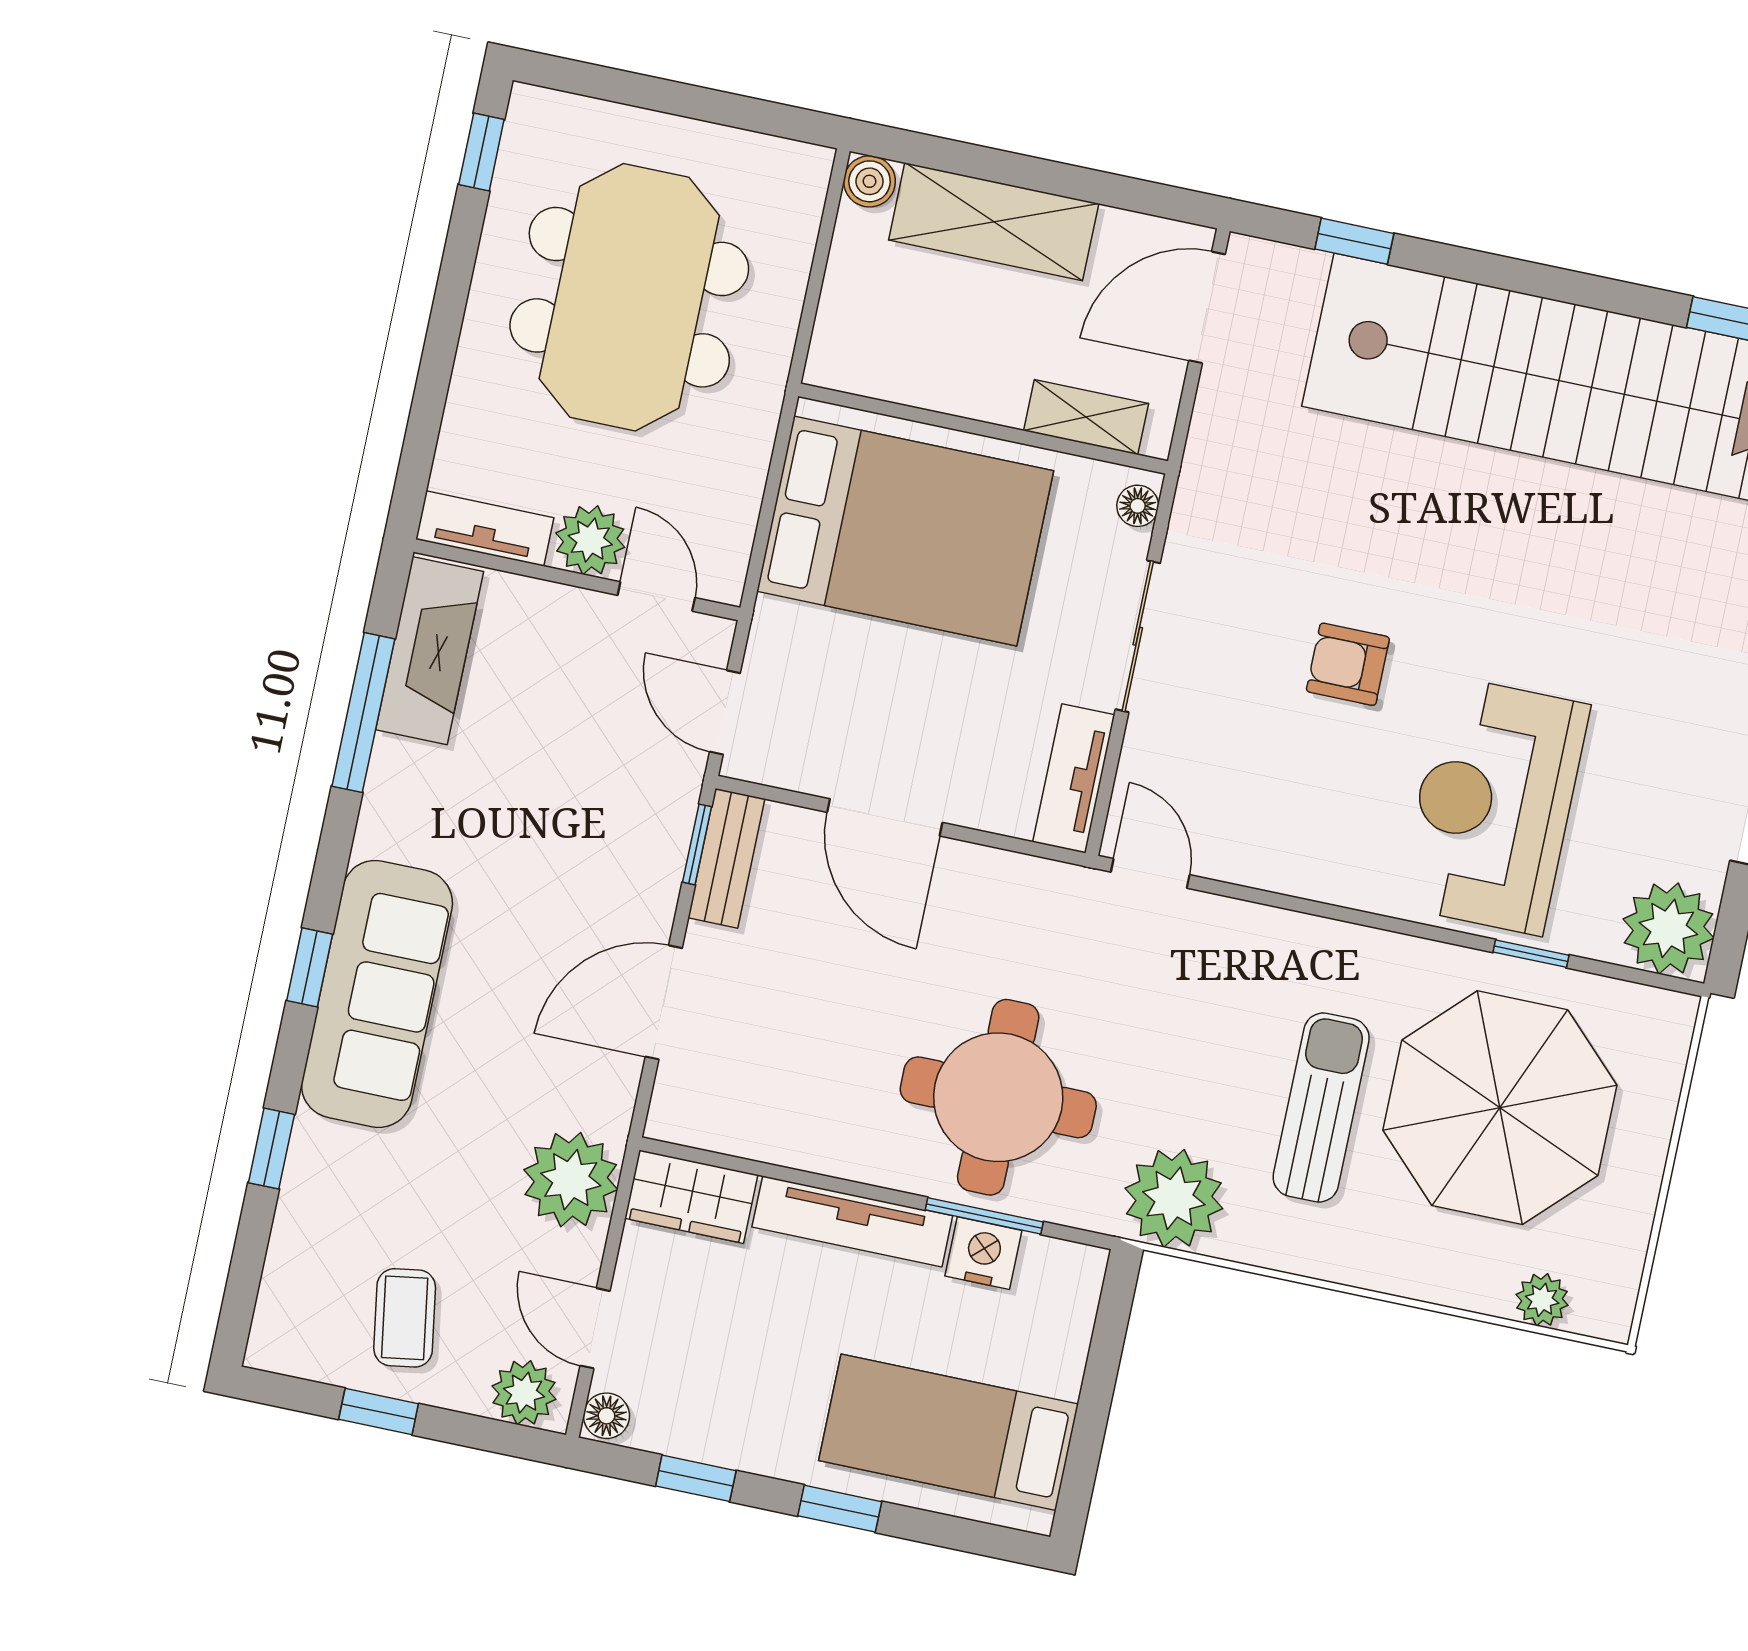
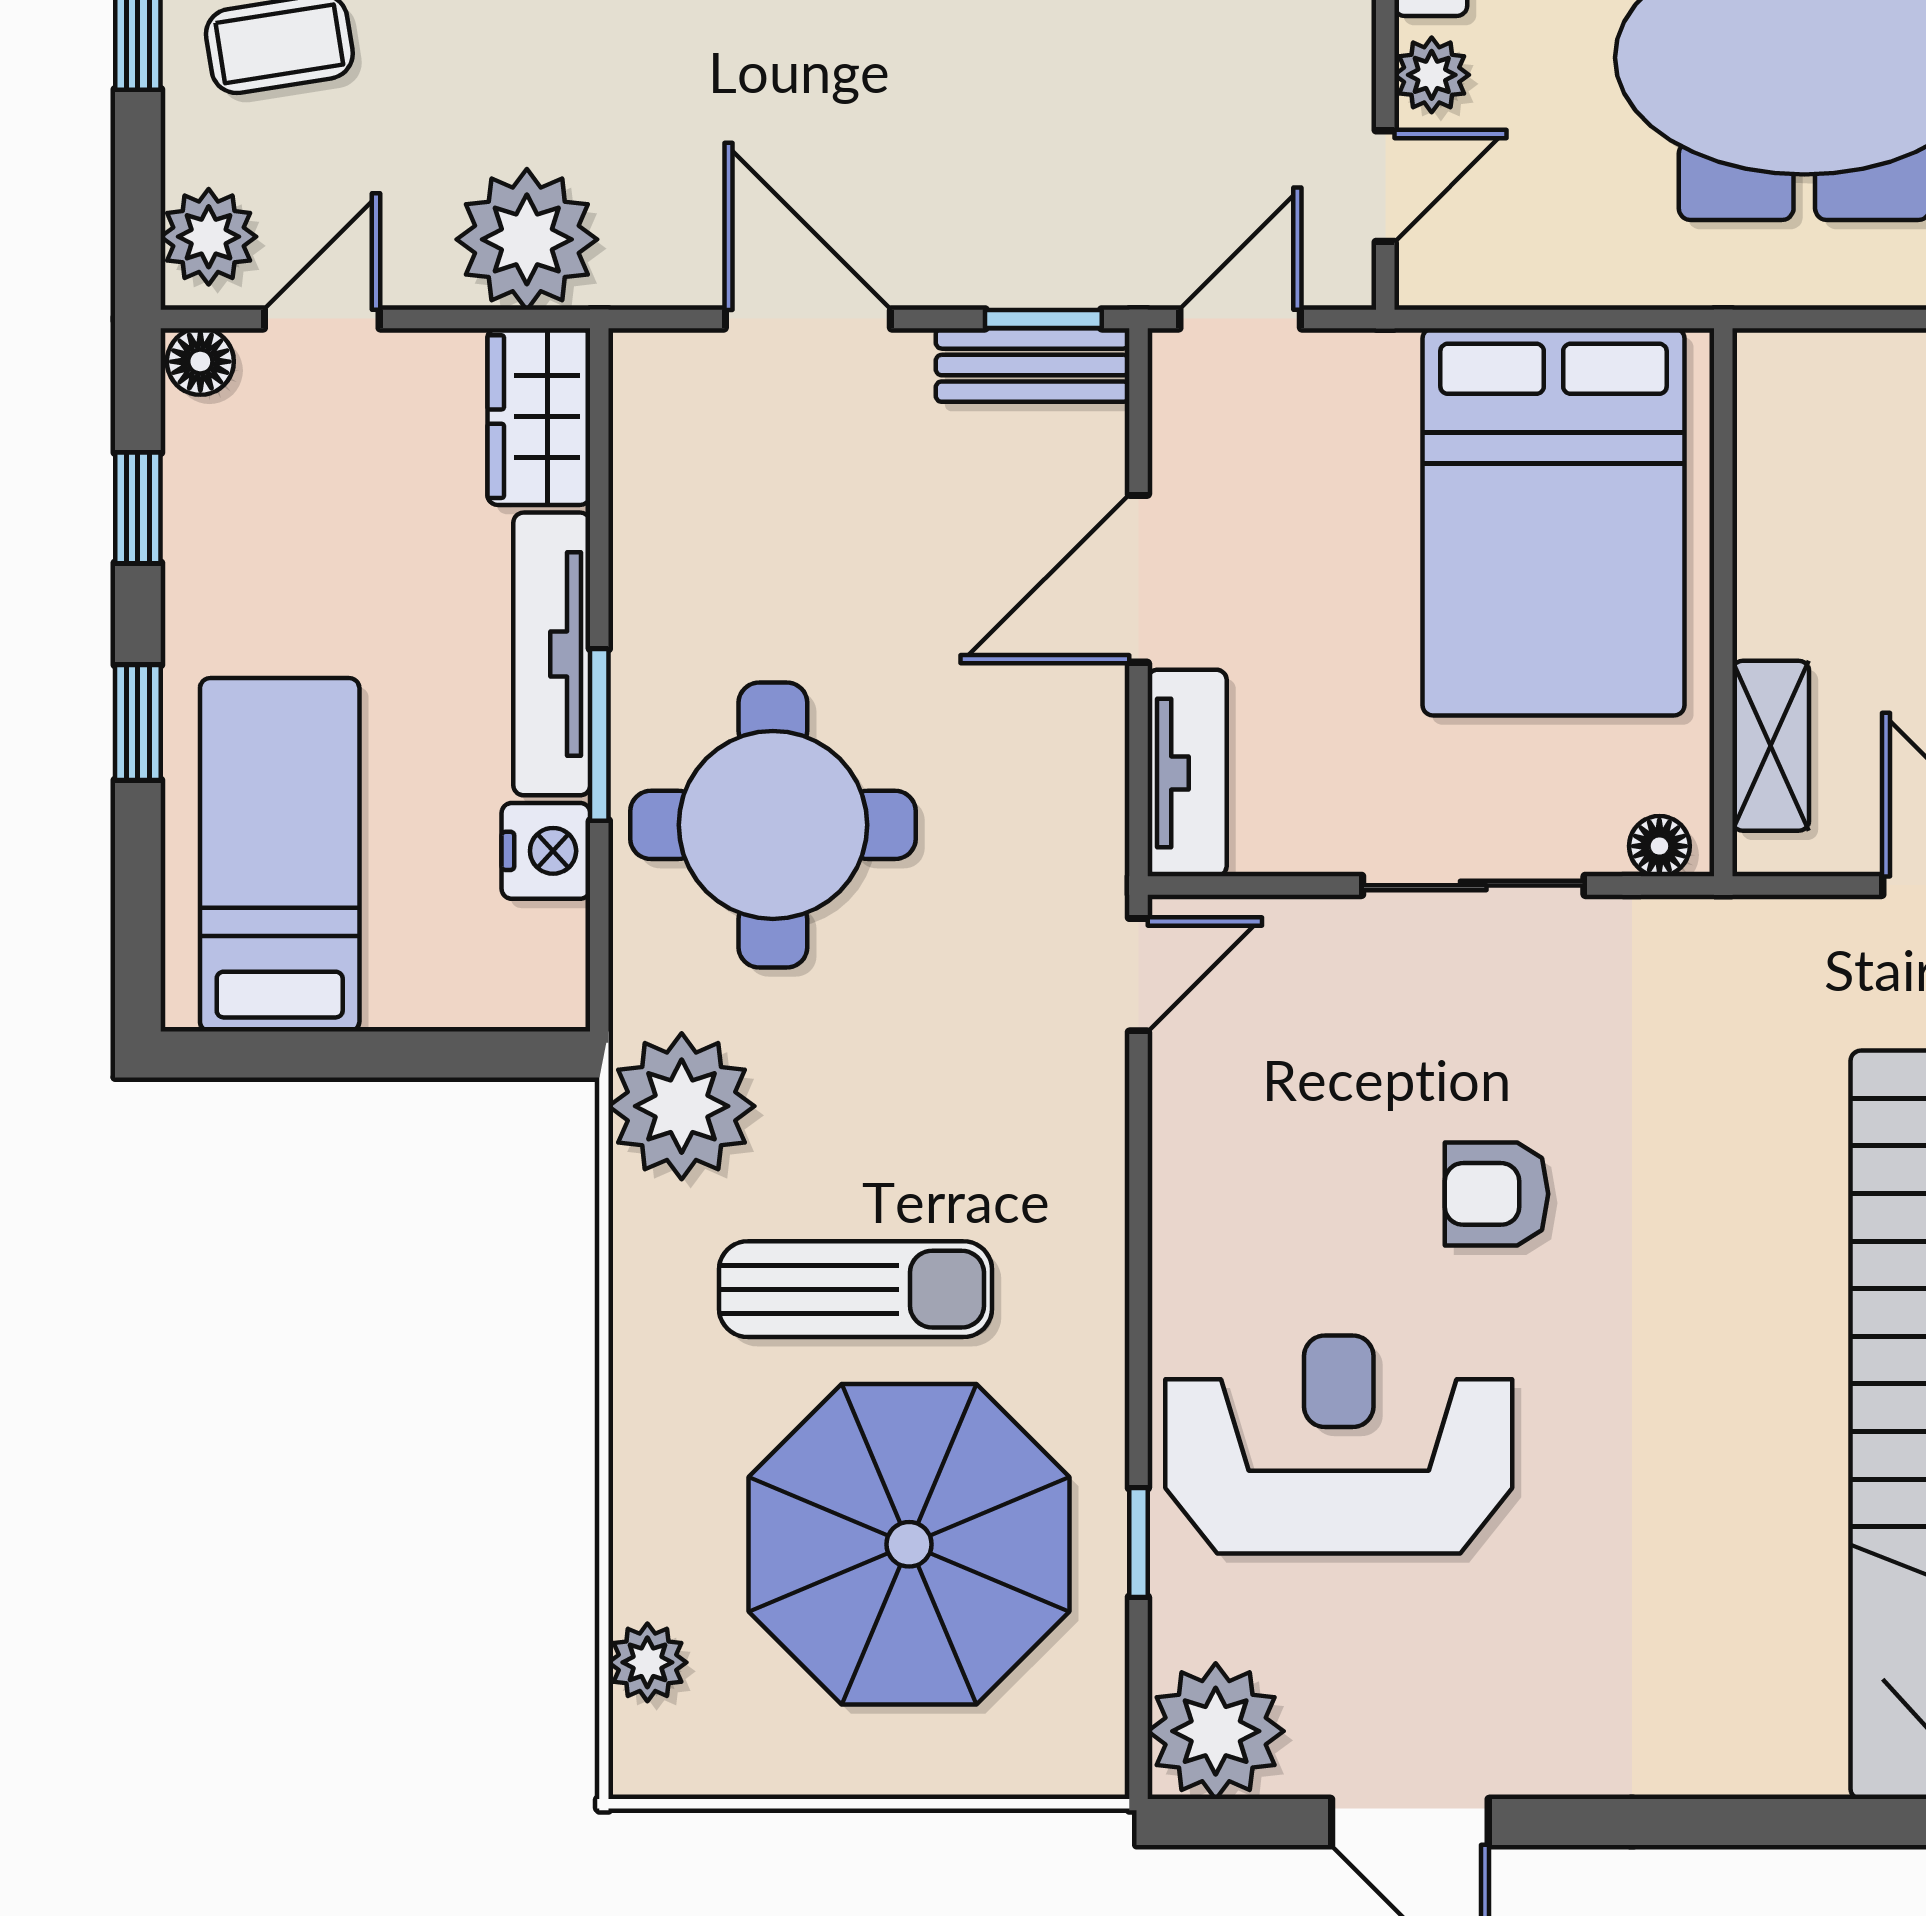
plant: (590, 540) -> (1432, 75), width x0.73, depth x0.73
armchair: (1348, 664) -> (1496, 1194), turned -90
tv unit: (1074, 778) -> (1187, 773), moved, turned 90
window: (984, 1216) -> (599, 735), moved

